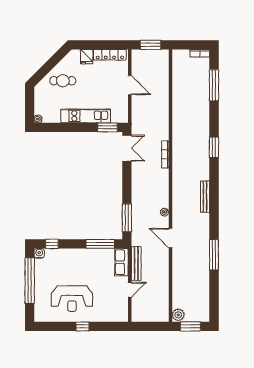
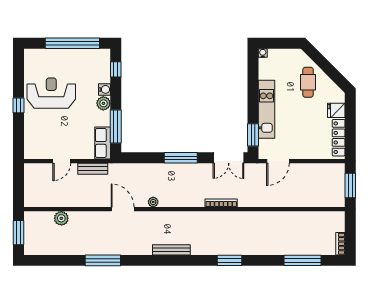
door: (130, 85) -> (278, 161), moved
window: (127, 218) -> (181, 158), moved
door: (170, 238) -> (123, 209), hinge flipped
water cooler: (39, 253) -> (105, 89), moved
plant: (81, 254) -> (103, 103), added
row of seats: (121, 262) -> (103, 143), moved, turned -90
bench: (136, 263) -> (93, 169), width x0.73
door: (130, 290) -> (62, 161), hinge flipped
reception desk: (72, 299) -> (51, 93), turned 90
plant: (178, 315) -> (61, 218), moved

